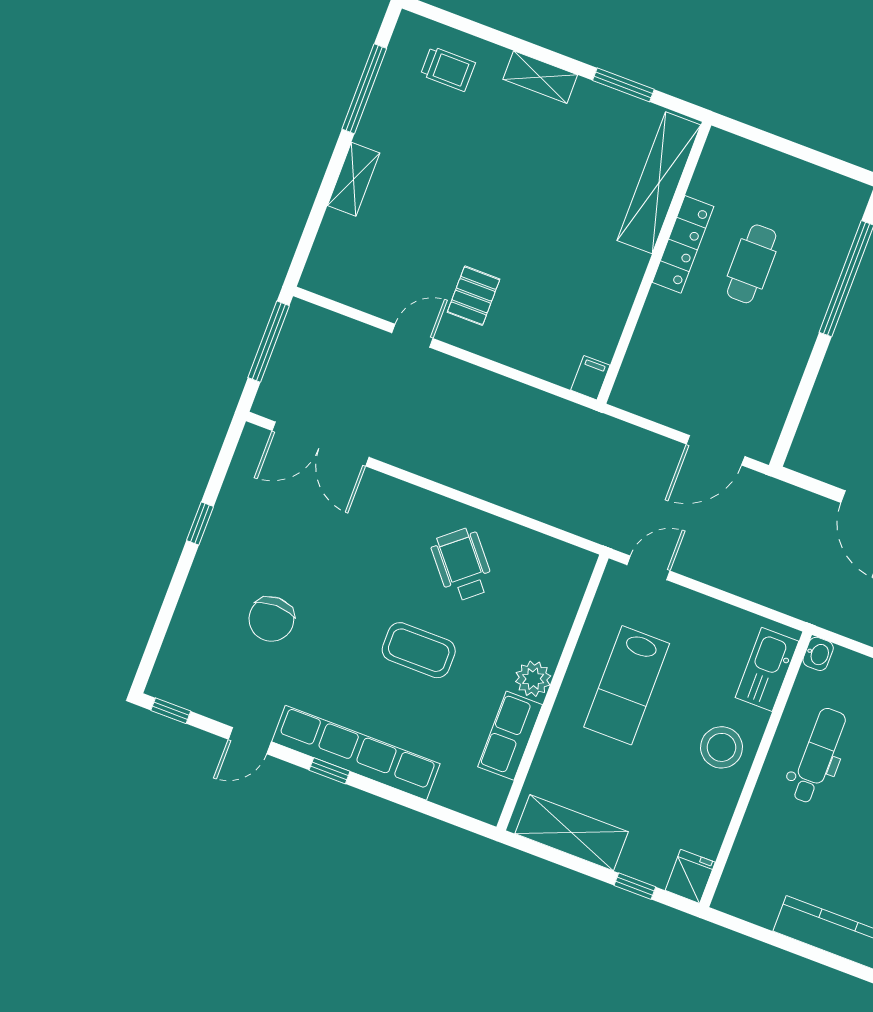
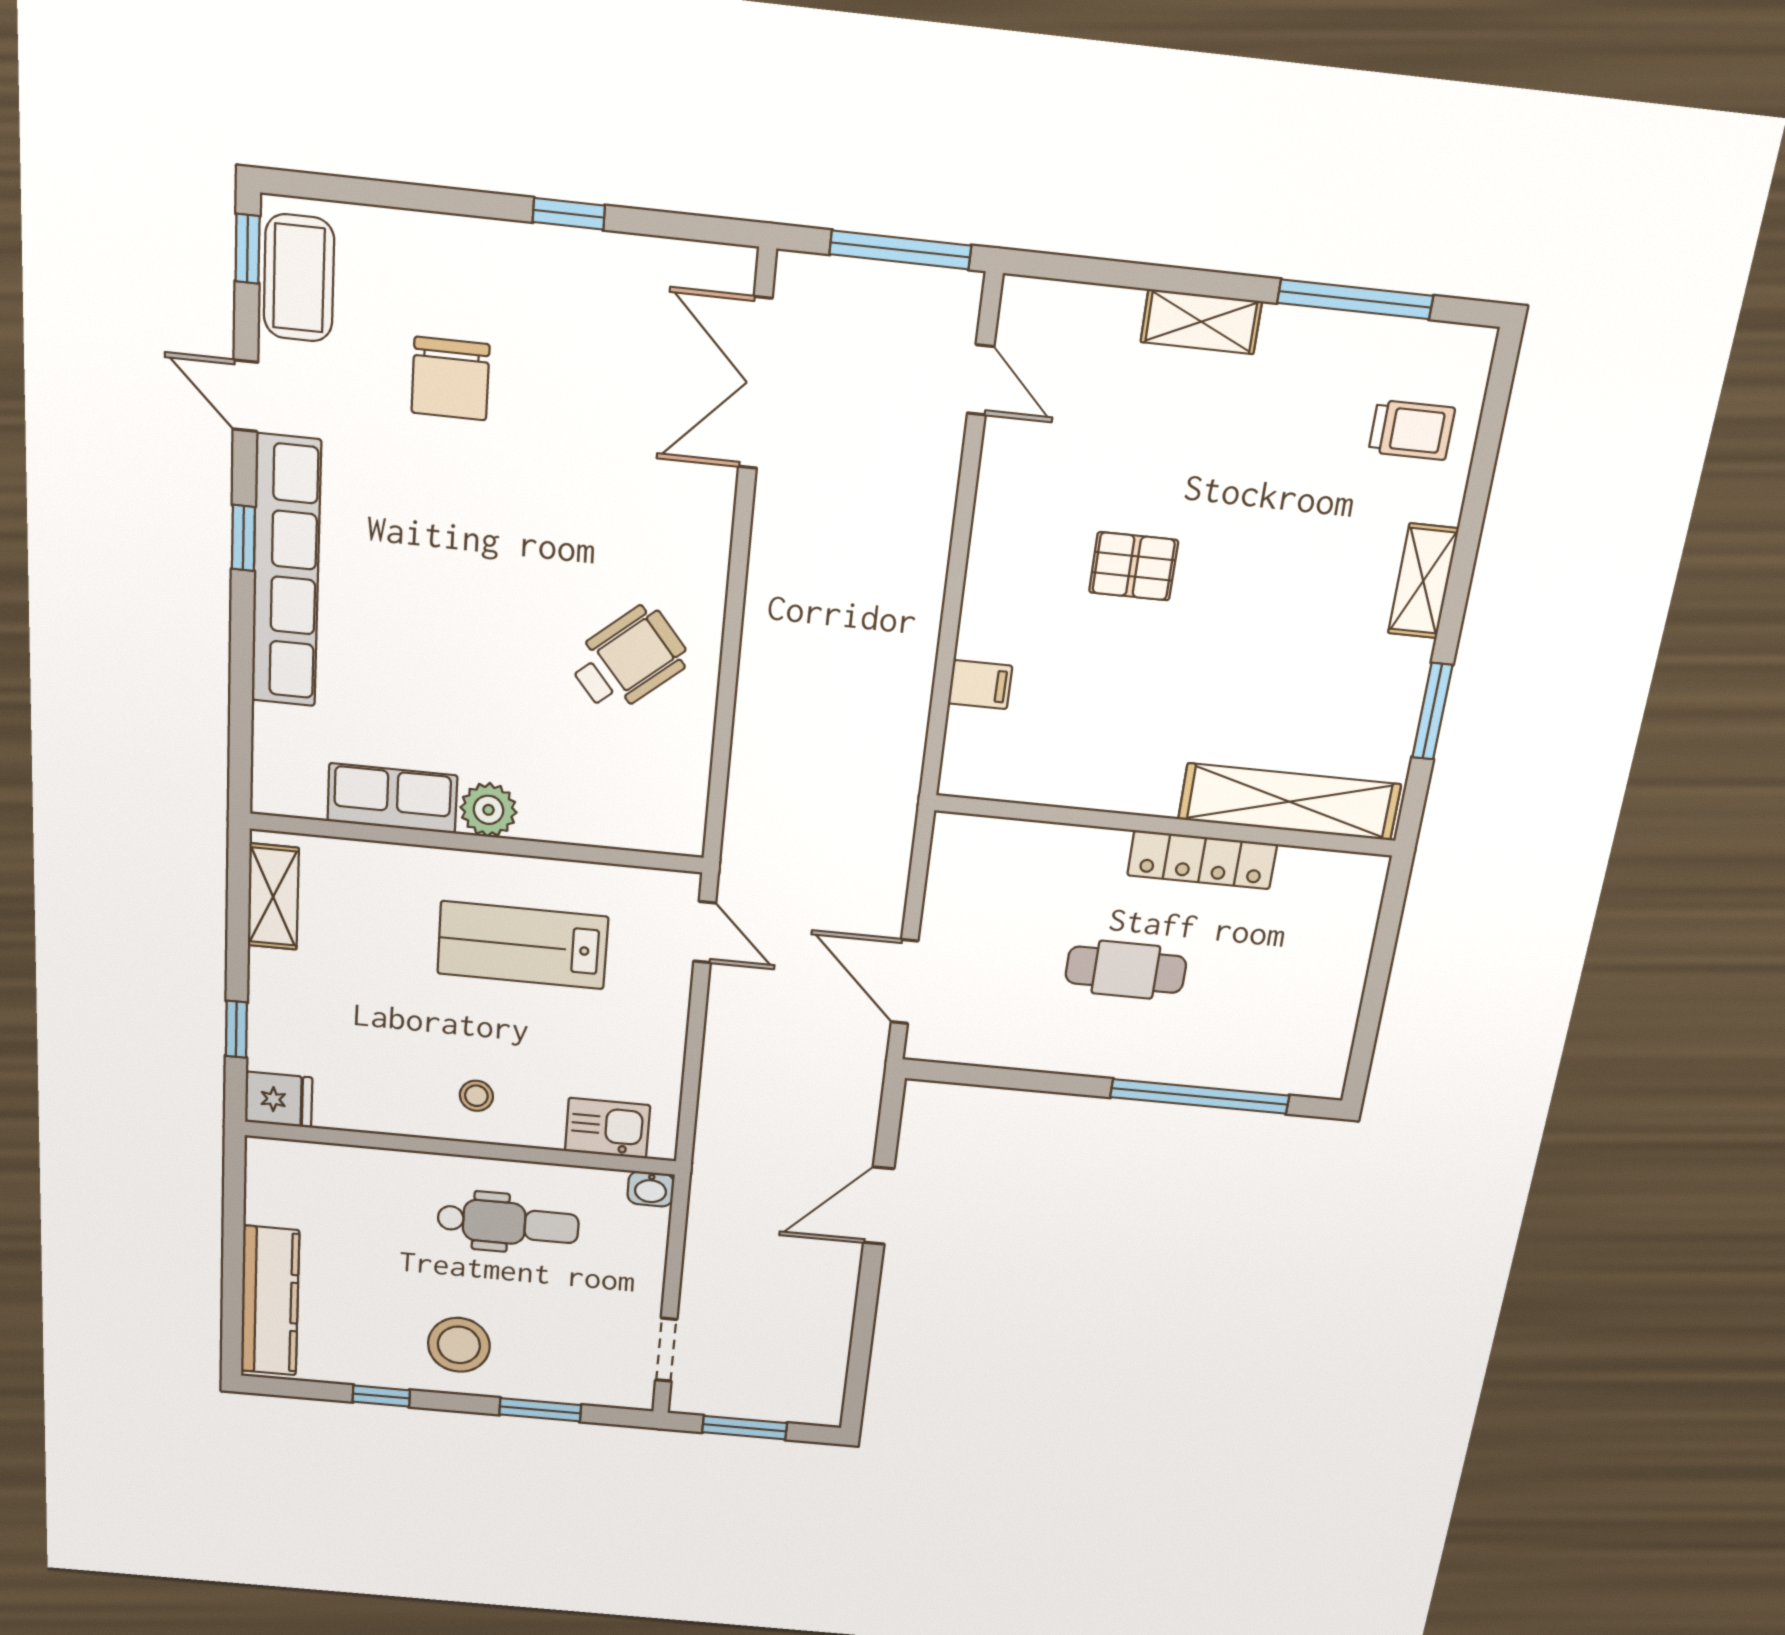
trolley: (448, 69) -> (1412, 430), turned -90
cafe table: (752, 264) -> (1126, 970), moved
pallet: (474, 296) -> (1134, 566), moved
door: (412, 336) -> (981, 380), moved
filing cabinet: (590, 378) -> (980, 685), moved
chair: (271, 619) -> (450, 379), turned -90
coffee table: (419, 650) -> (299, 278), moved
kitchen sink: (767, 669) -> (607, 1128), width x0.73
stool: (722, 747) -> (476, 1096), width x0.53, depth x0.53
shelving: (572, 833) -> (273, 897), width x0.67, depth x0.75

